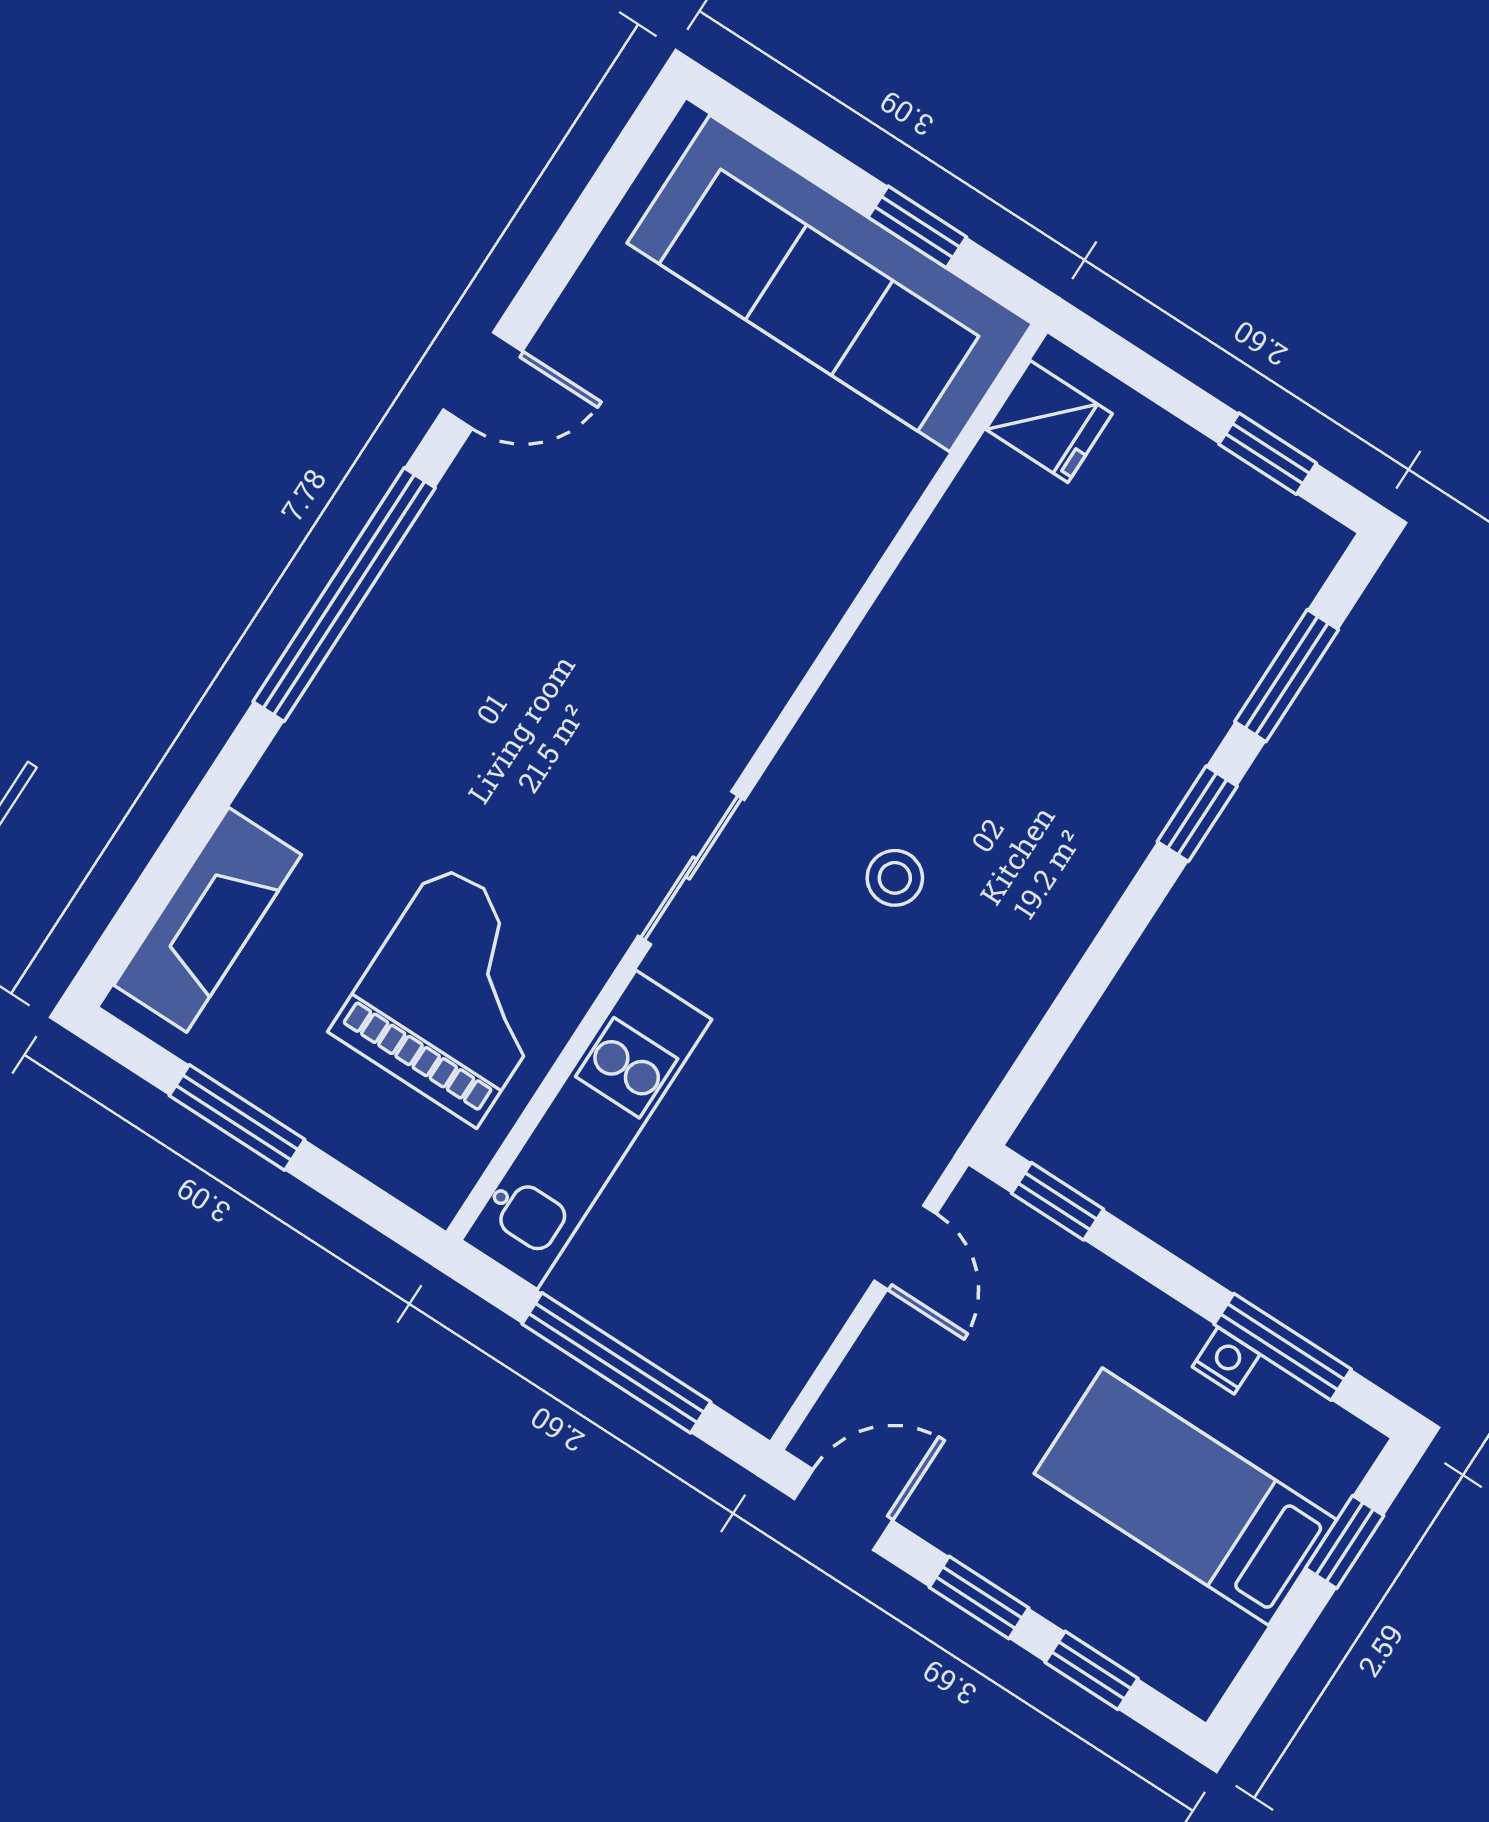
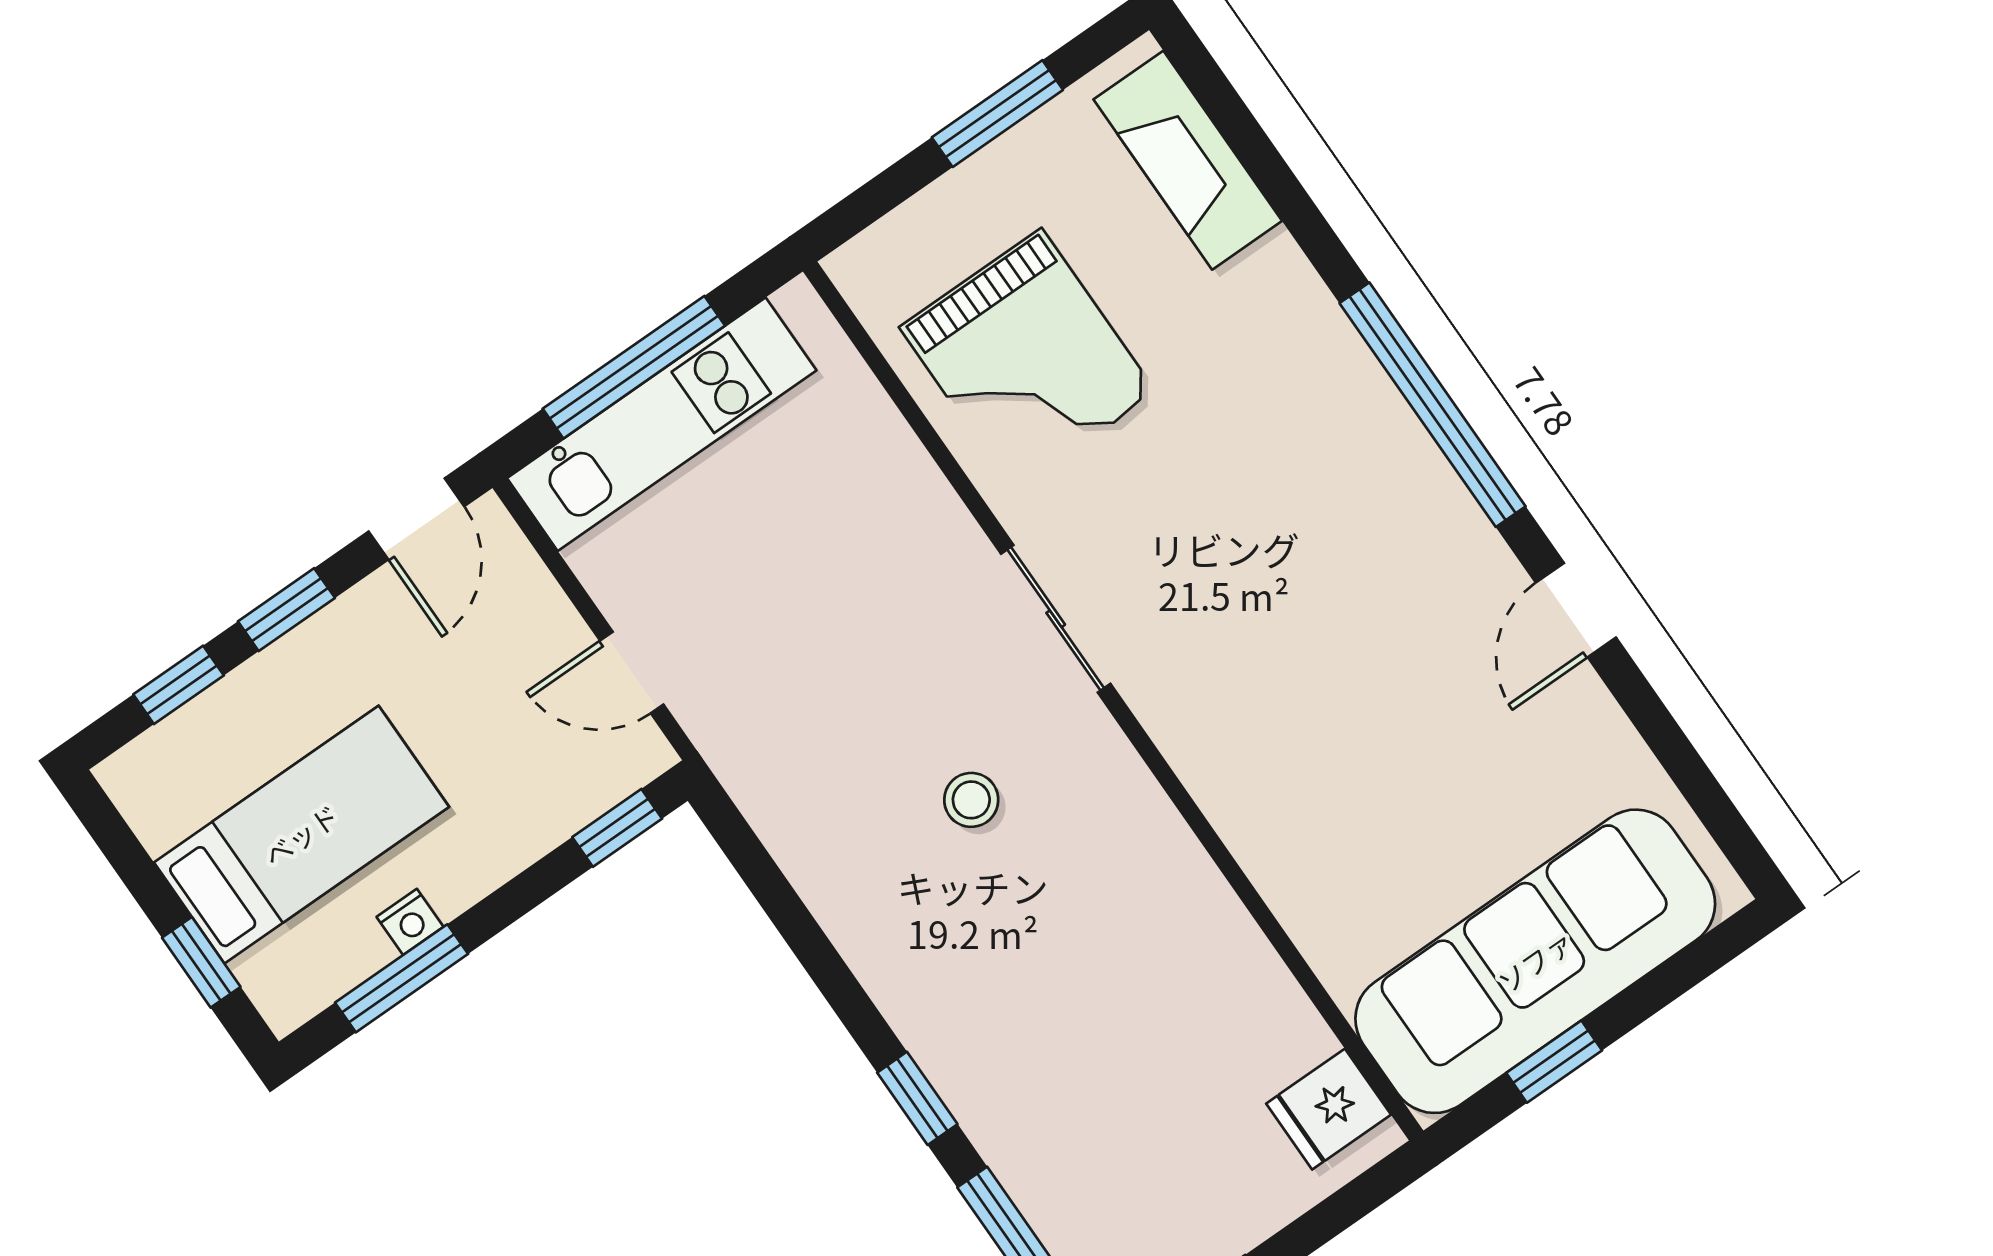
kitchen unit: (586, 1130) -> (662, 424), moved, turned -90

